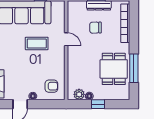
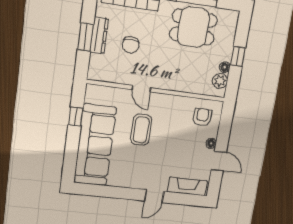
door: (66, 39) -> (141, 89), swing flipped

